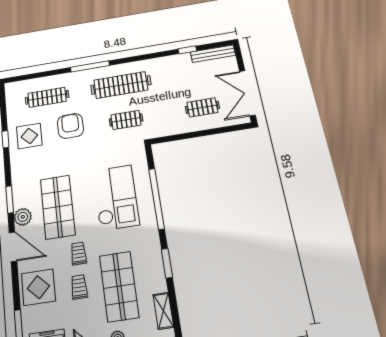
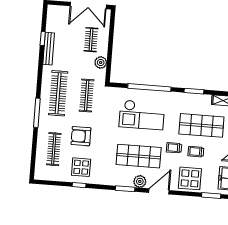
bench: (213, 54) -> (49, 49), moved
clothes rail: (126, 120) -> (87, 96), width x1.36
plant: (175, 127) -> (101, 63), added
checkout: (116, 197) -> (142, 115), turned 180

